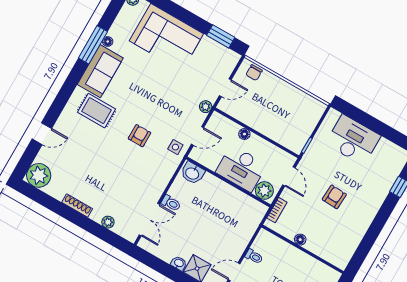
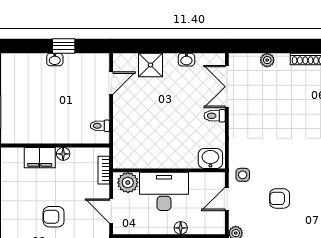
armchair: (140, 136) -> (280, 198), moved, turned 90
armchair: (334, 197) -> (54, 217), turned 87
filing cabinet: (319, 247) -> (40, 158), added
toilet: (254, 257) -> (100, 126), moved
washbasin: (179, 263) -> (186, 60), moved

